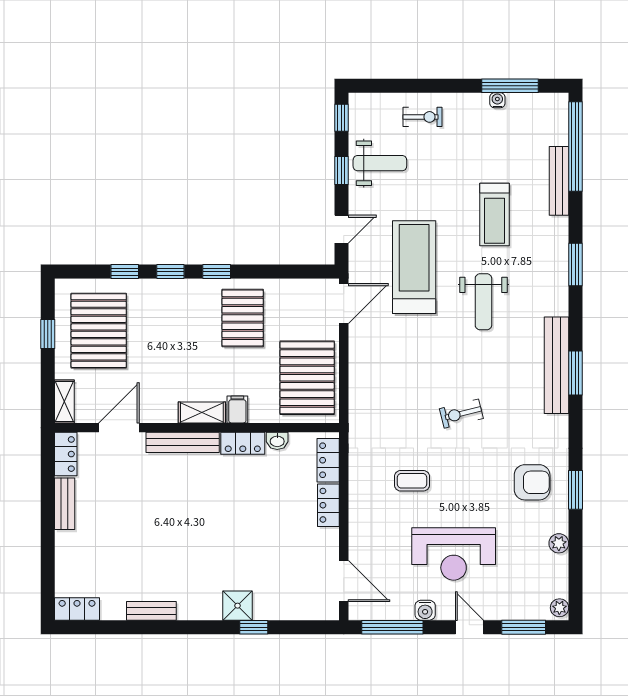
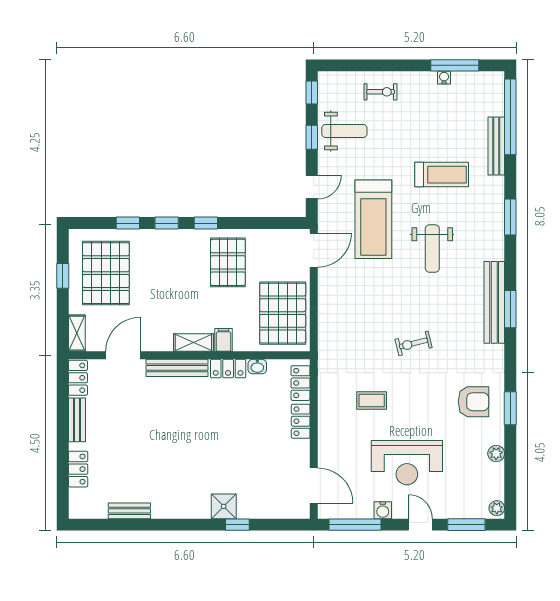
treadmill: (494, 214) -> (442, 175), turned -90
treadmill: (414, 267) -> (373, 219), turned 180
locker: (77, 609) -> (78, 469), moved, turned 90
bench: (151, 611) -> (129, 511), moved

